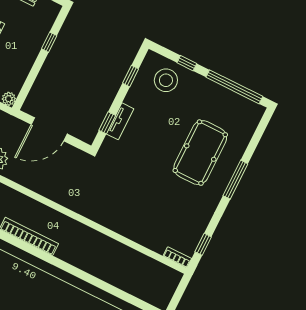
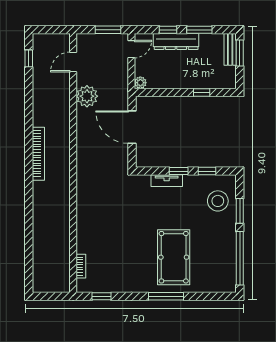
window: (187, 63) -> (240, 211), width x1.50
window: (107, 123) -> (179, 171), moved
pool table: (200, 153) -> (174, 257), turned 90
bookcase: (177, 257) -> (81, 266), moved

